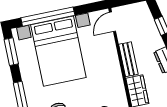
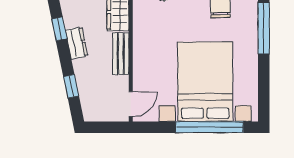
window: (11, 52) -> (264, 93), removed

